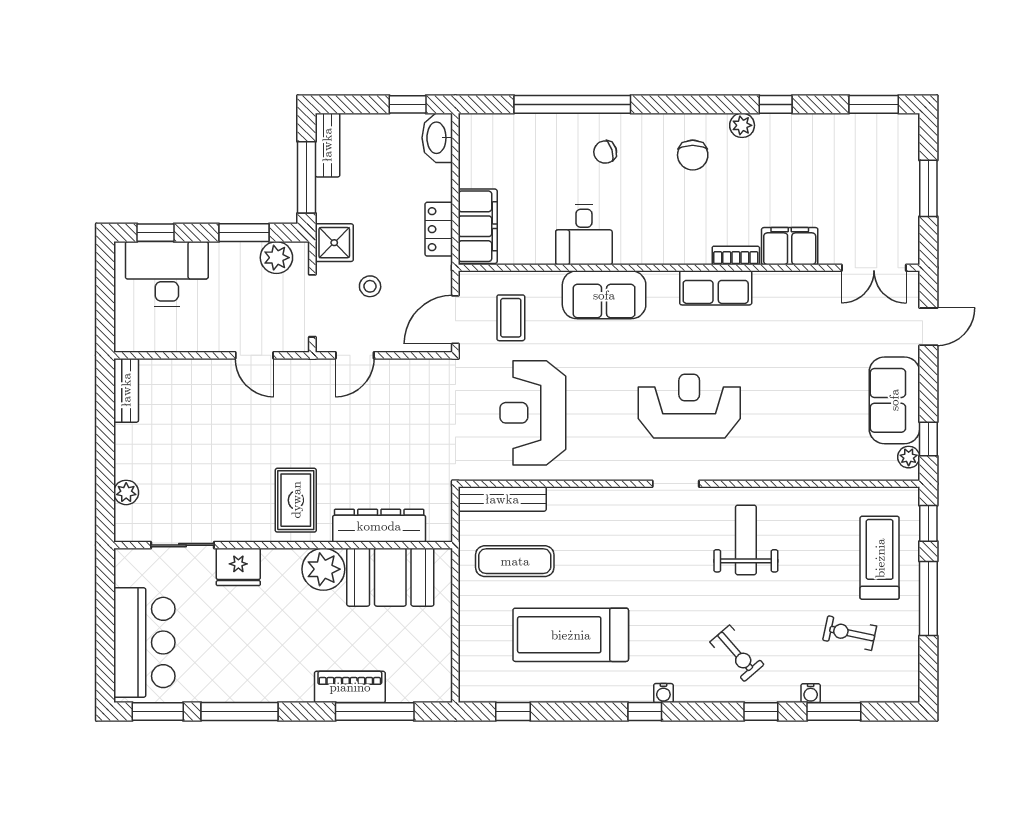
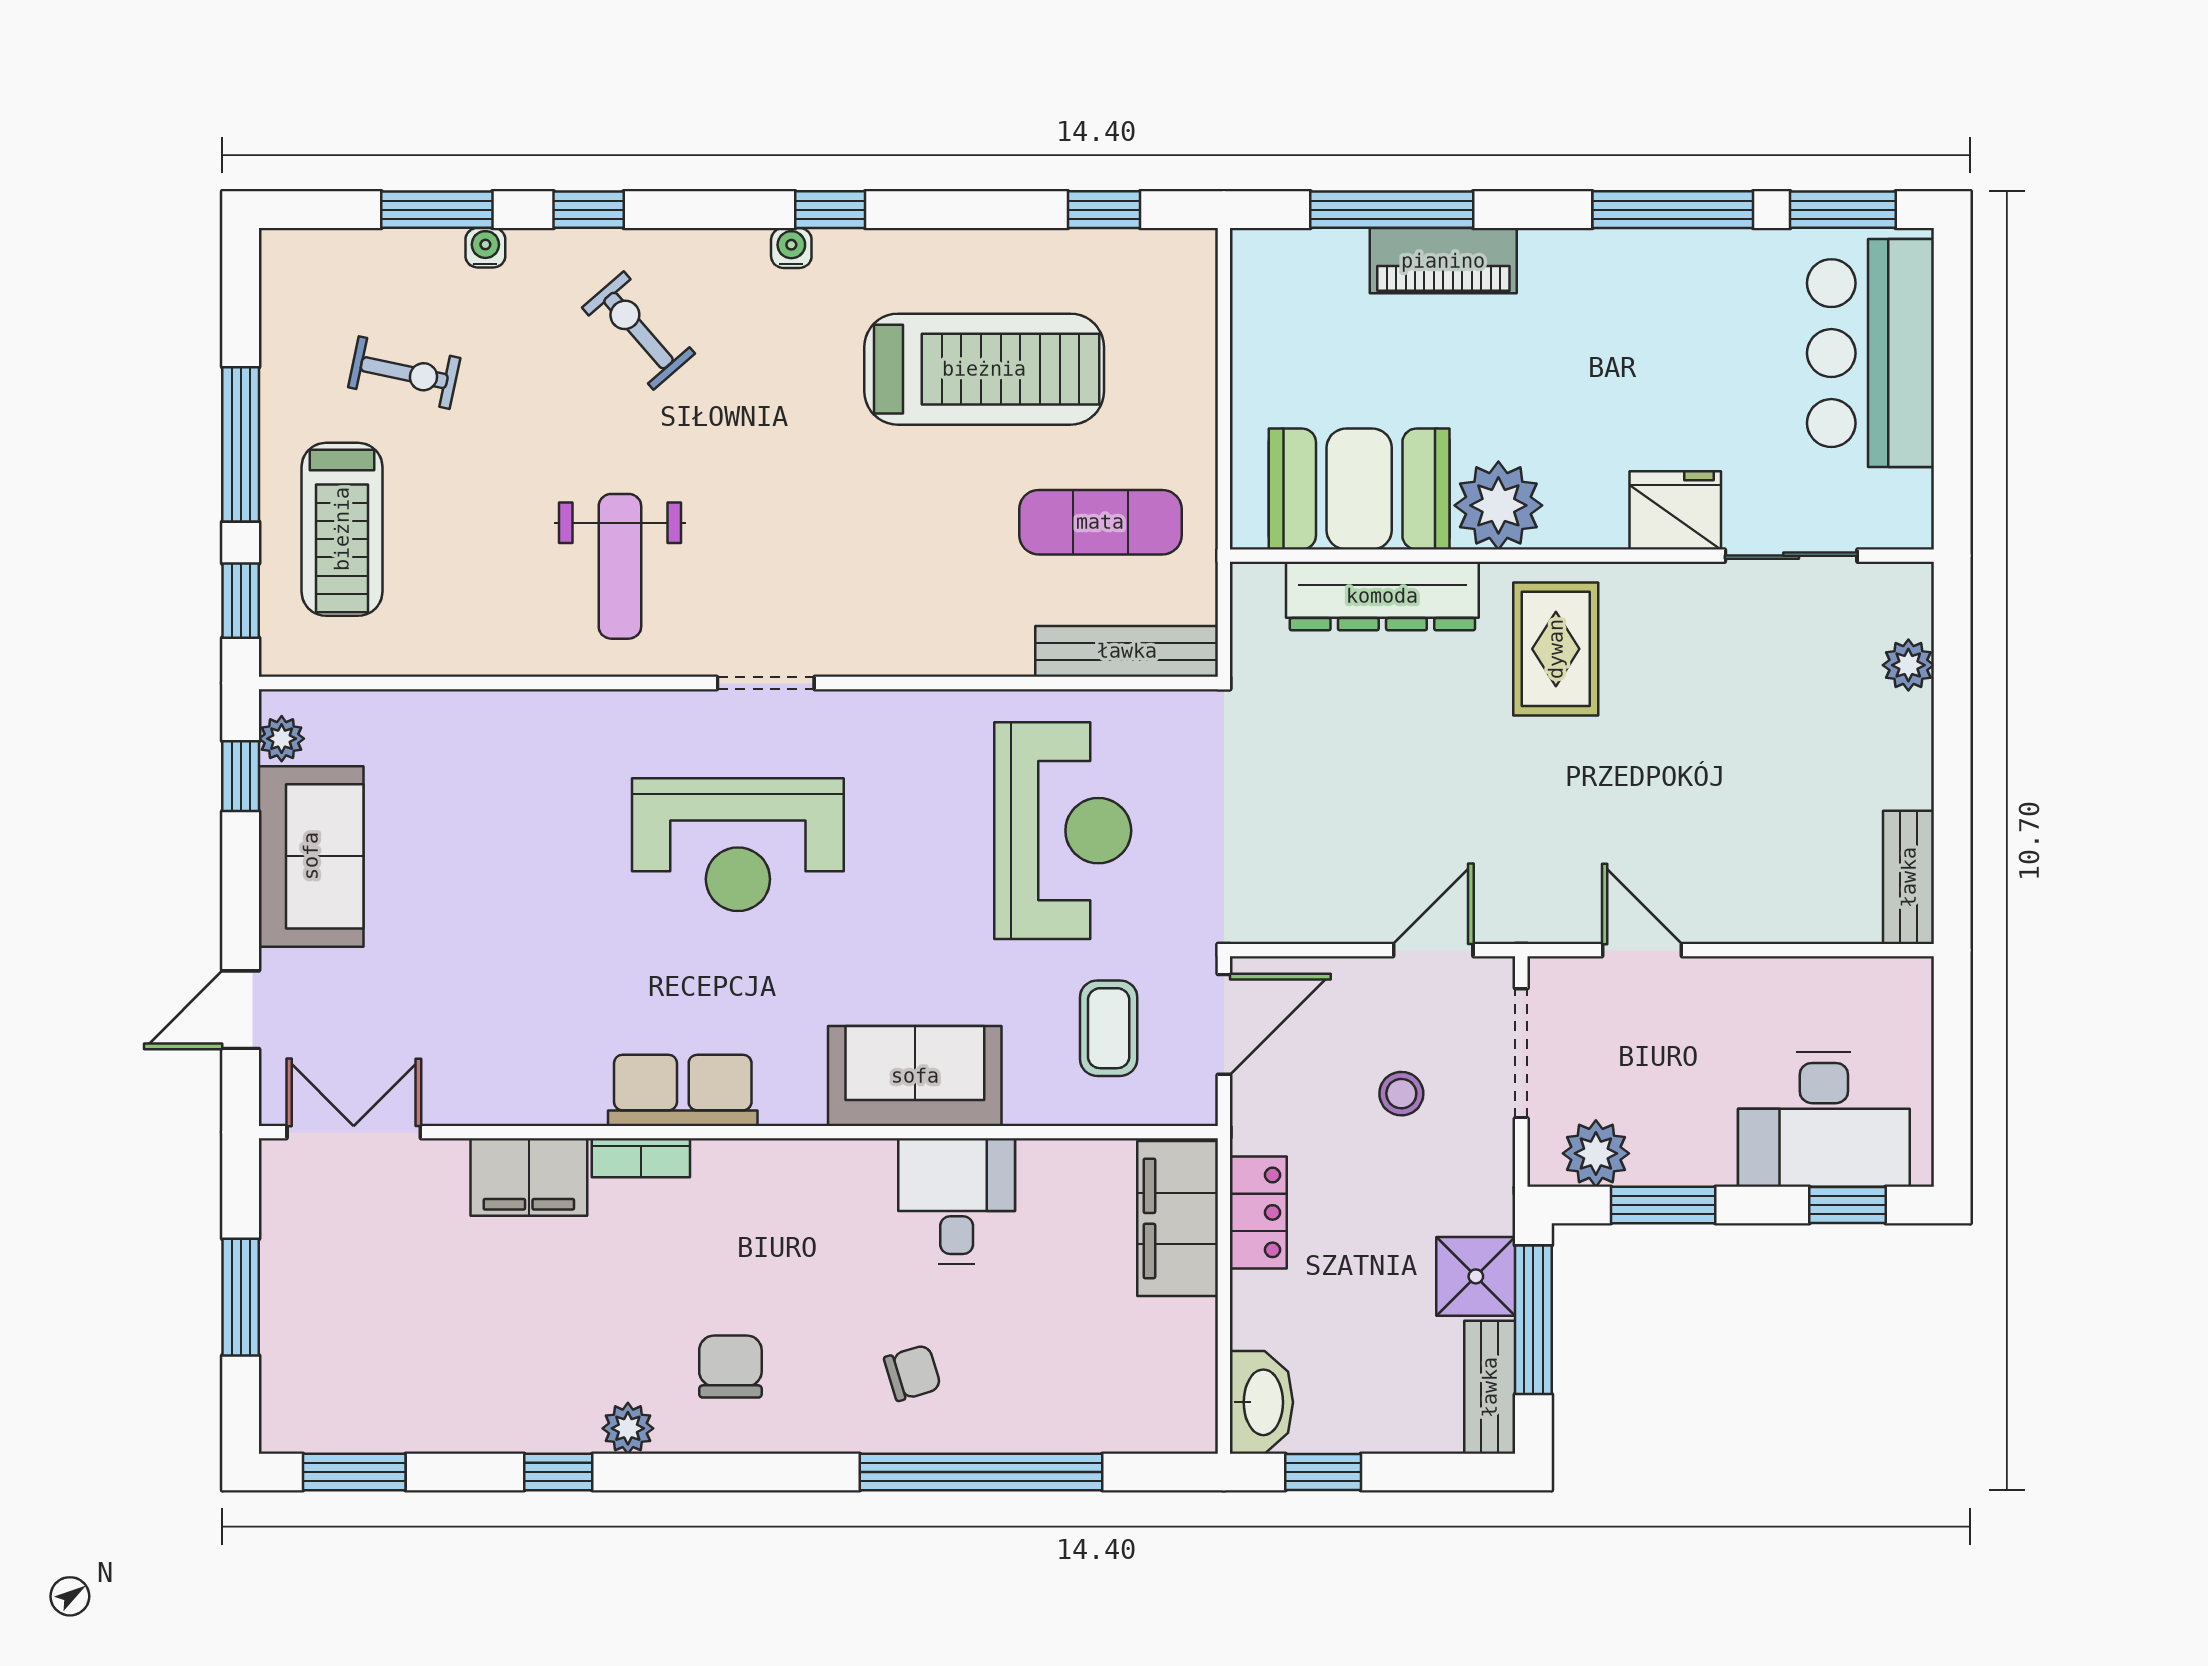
shower: (334, 243) -> (1476, 1276), moved

